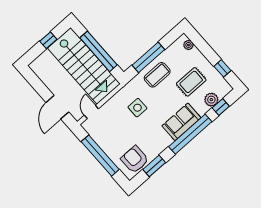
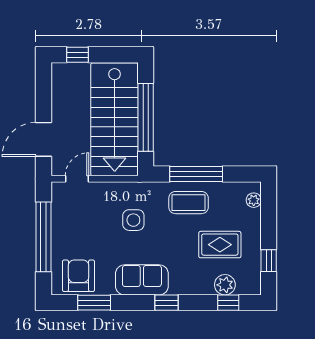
window: (48, 40) -> (78, 55), moved
sofa: (181, 122) -> (142, 280), moved
window: (190, 134) -> (167, 303), width x0.32

